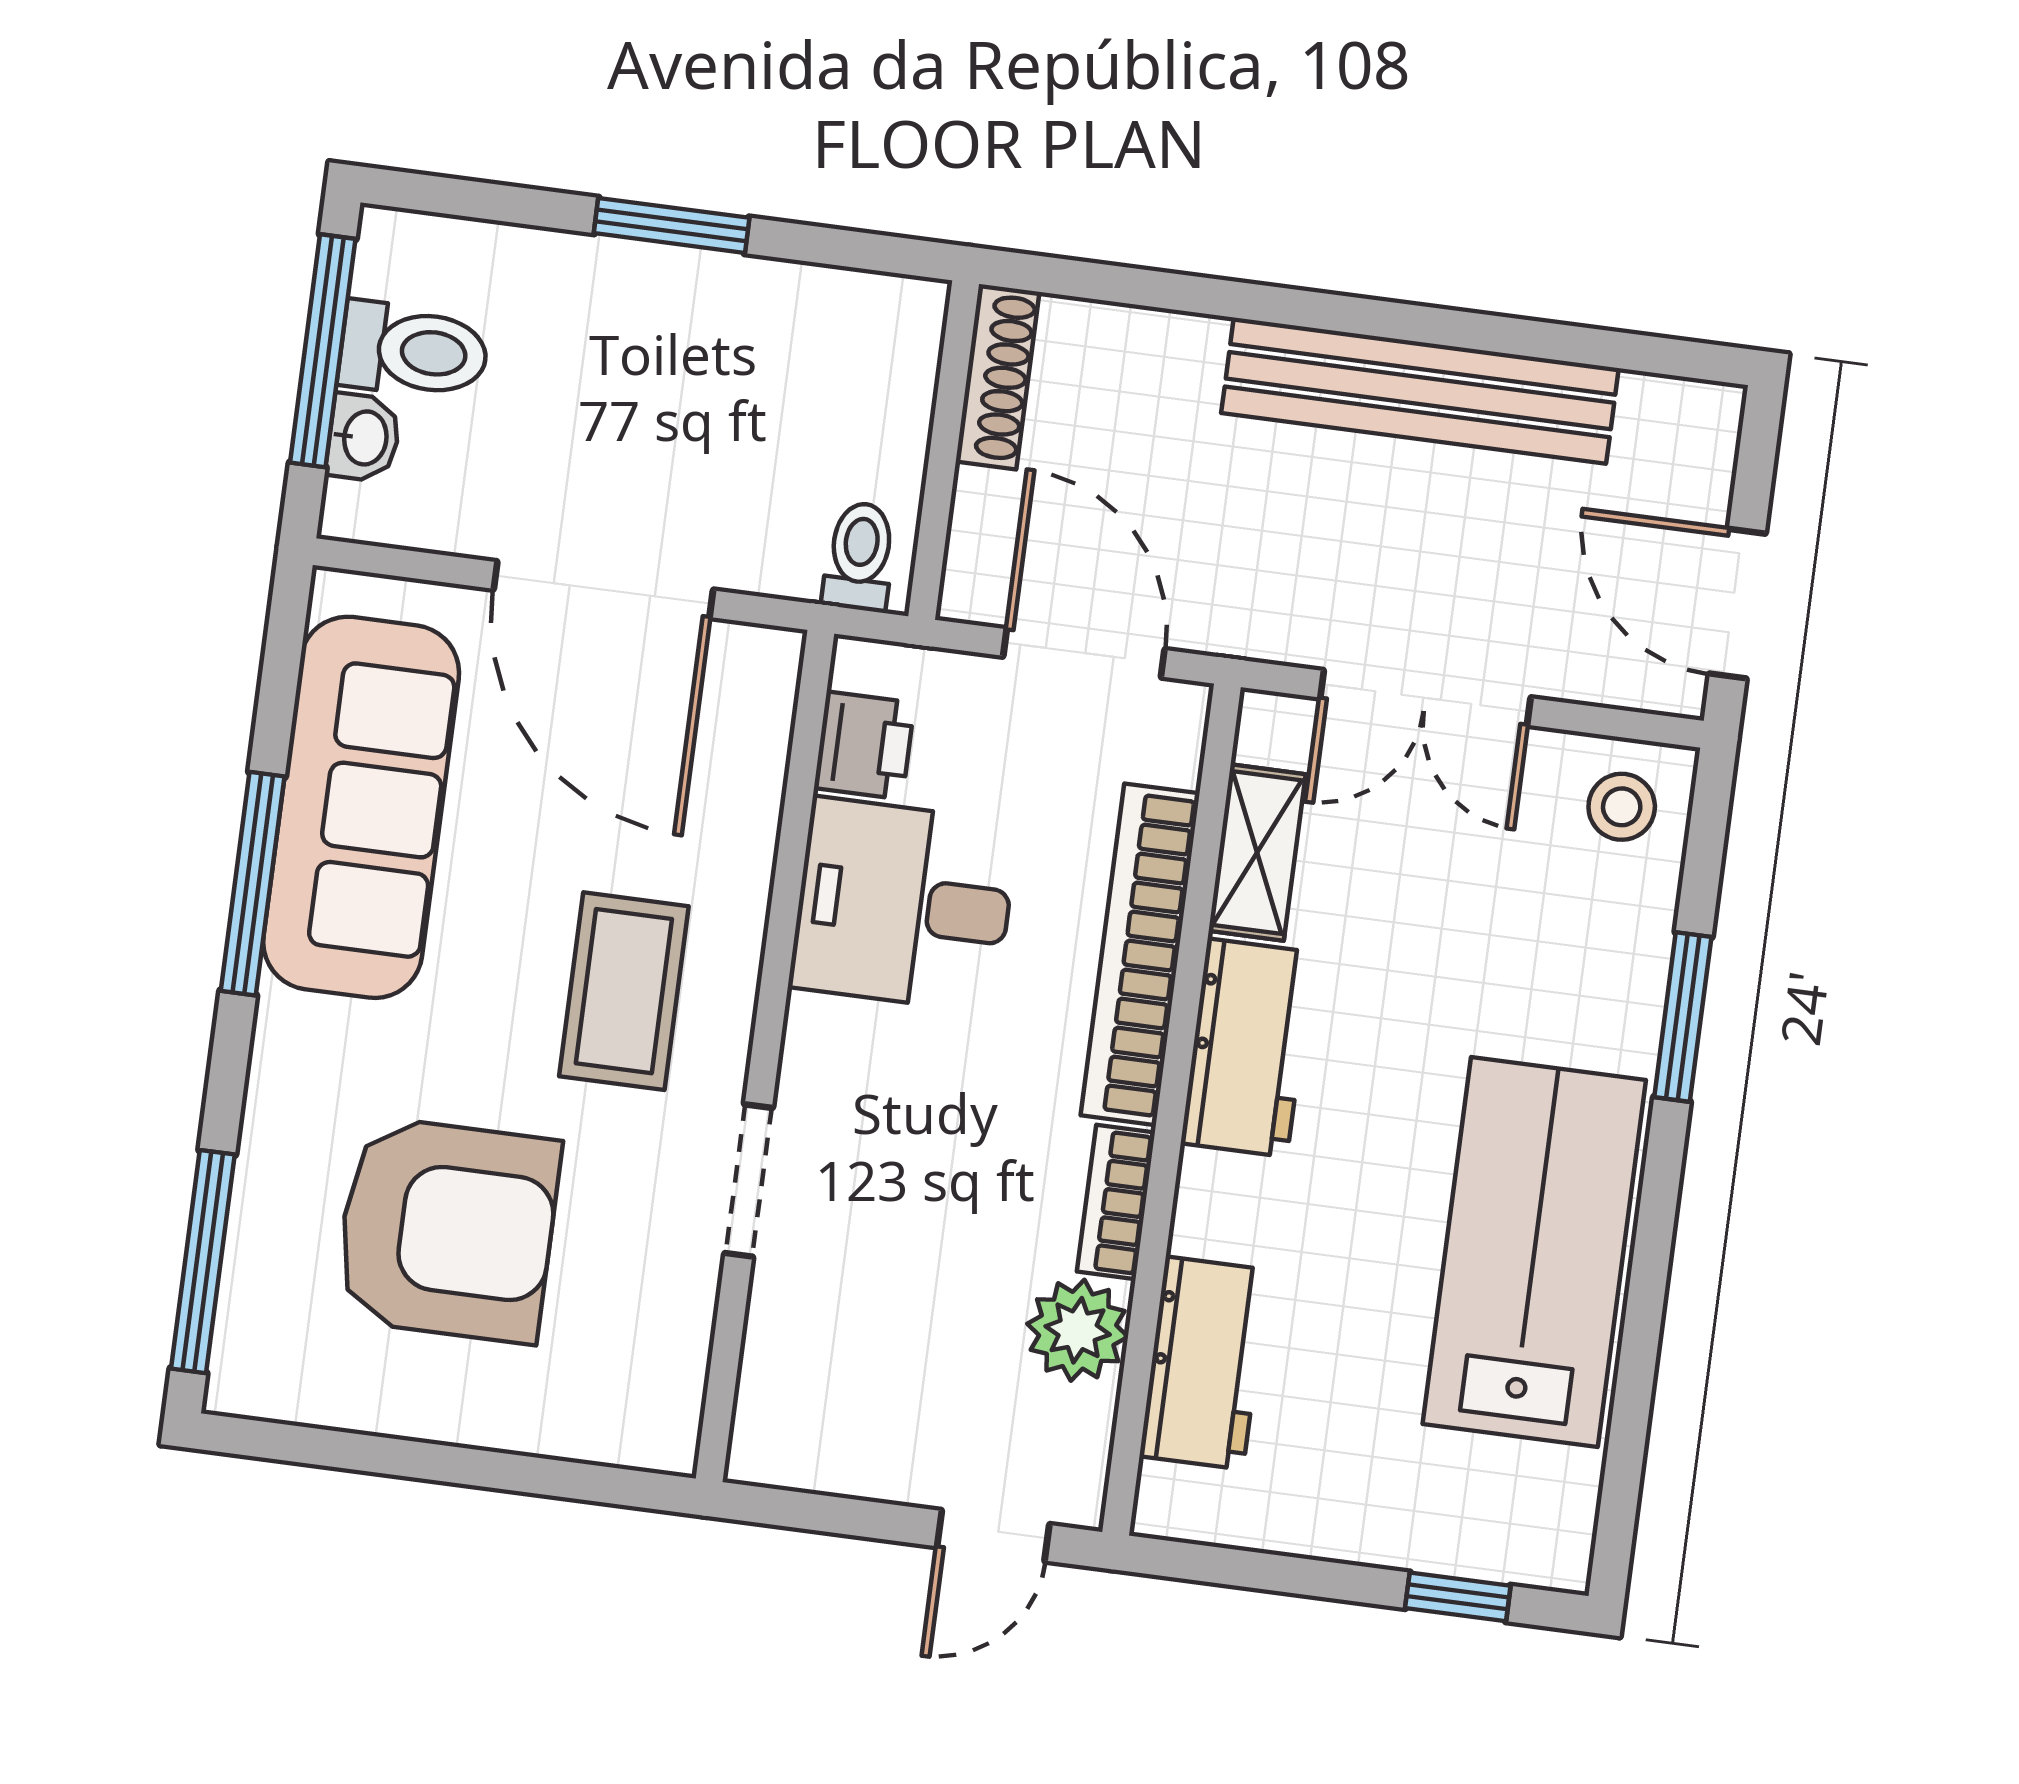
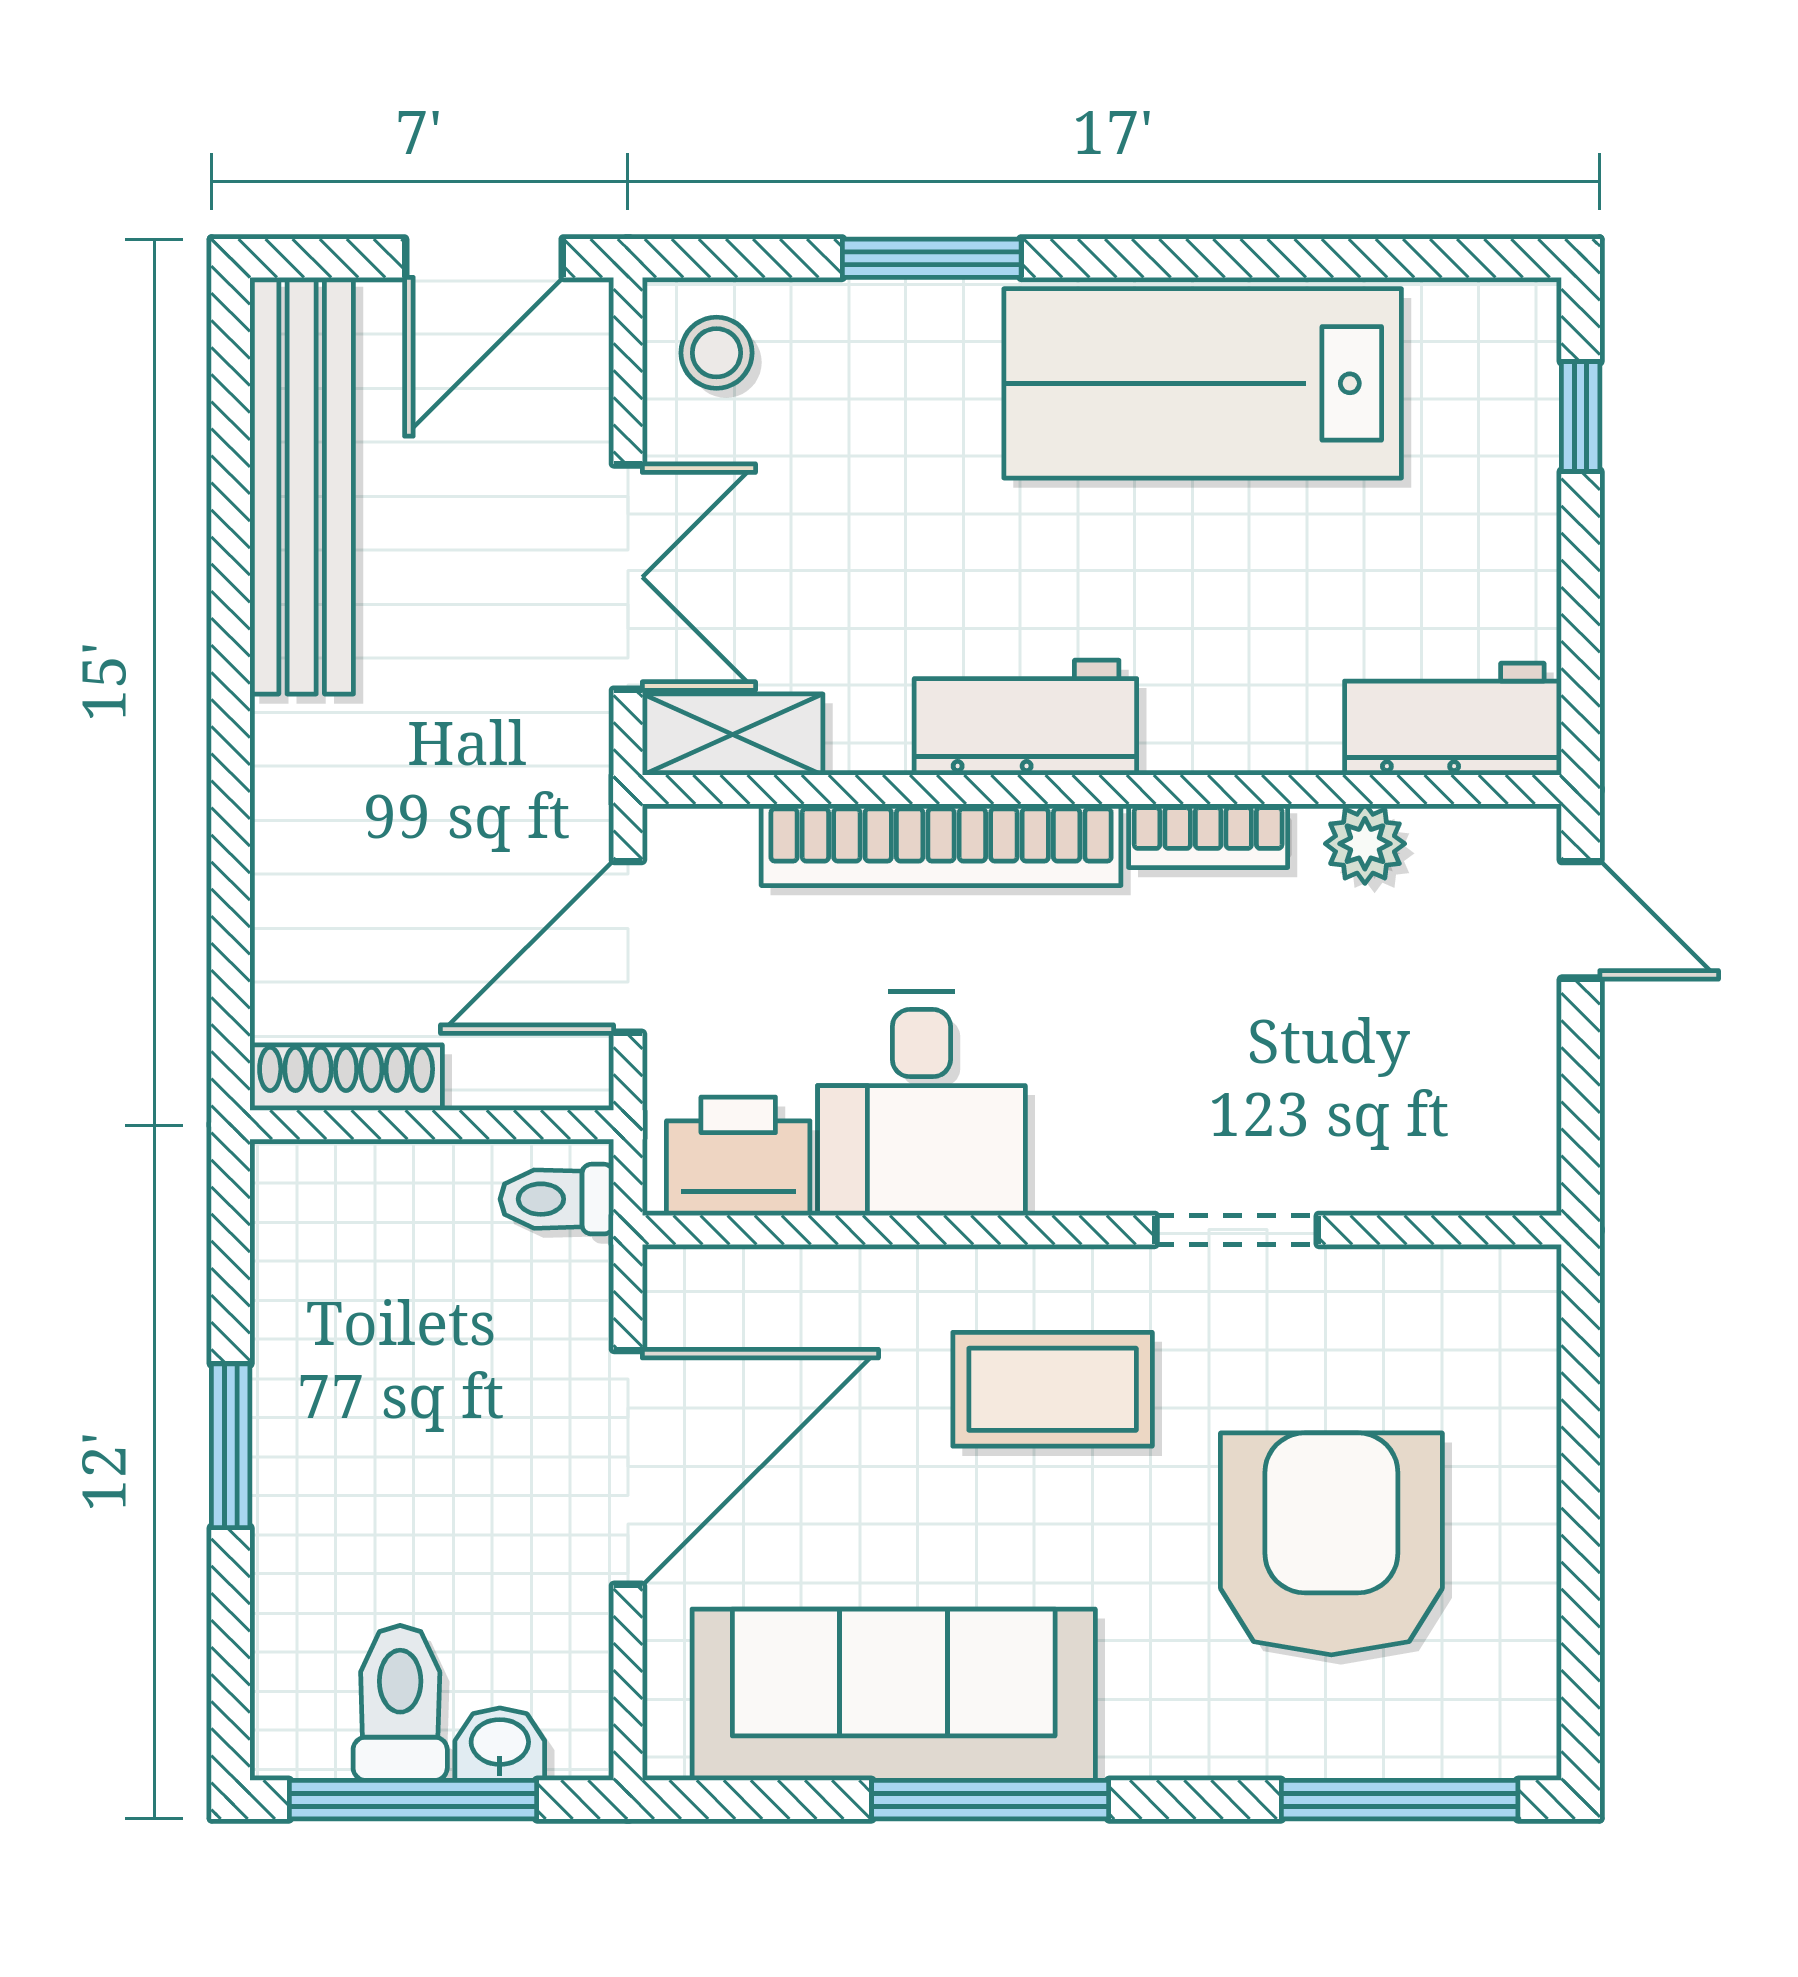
bench: (1420, 391) -> (302, 486), moved
printer: (864, 745) -> (738, 1156), width x1.36, depth x1.24
shelving: (1257, 853) -> (733, 735), moved
plant: (1078, 1330) -> (1365, 844), width x0.73, depth x0.73
workbench: (1204, 1363) -> (1453, 719), moved

